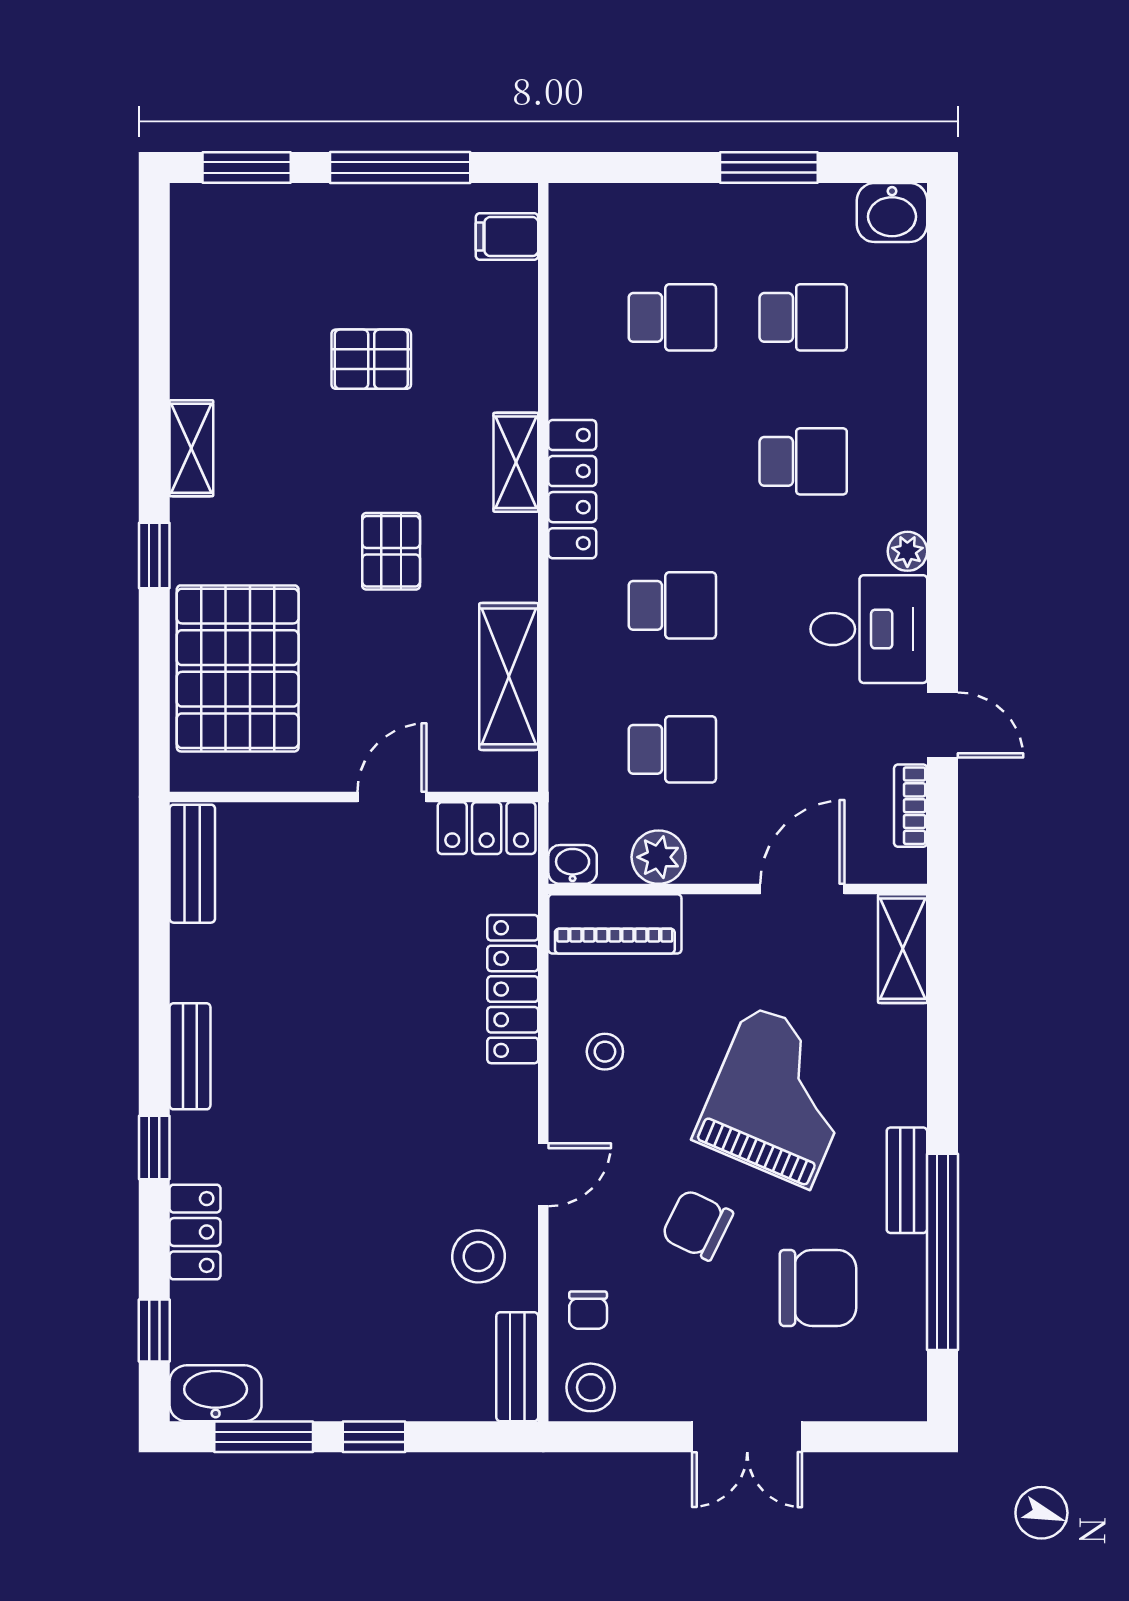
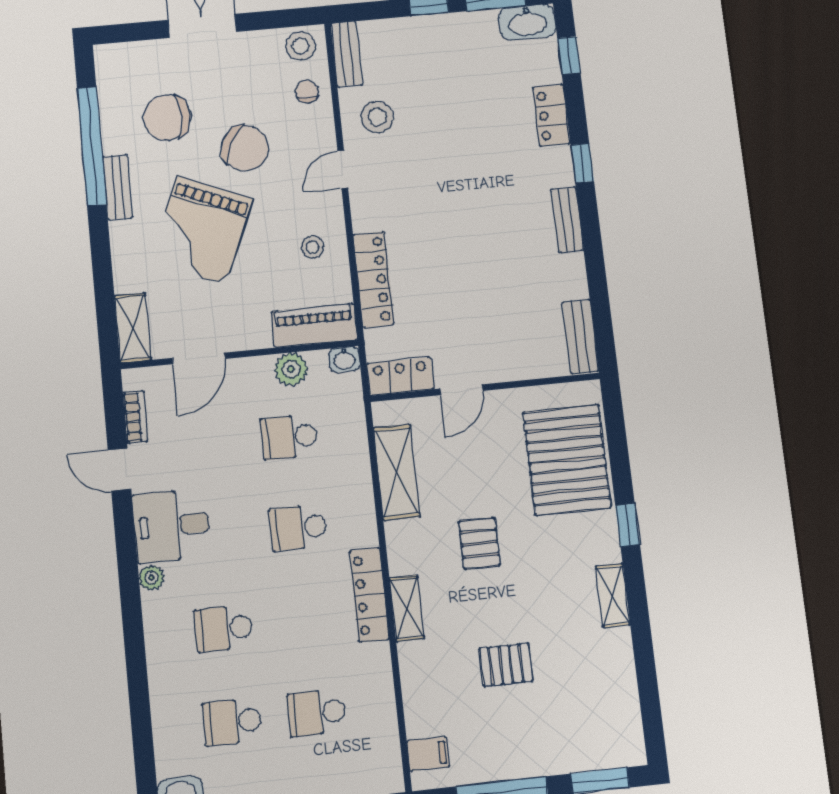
chair: (697, 1225) -> (245, 148), width x1.37, depth x1.37

